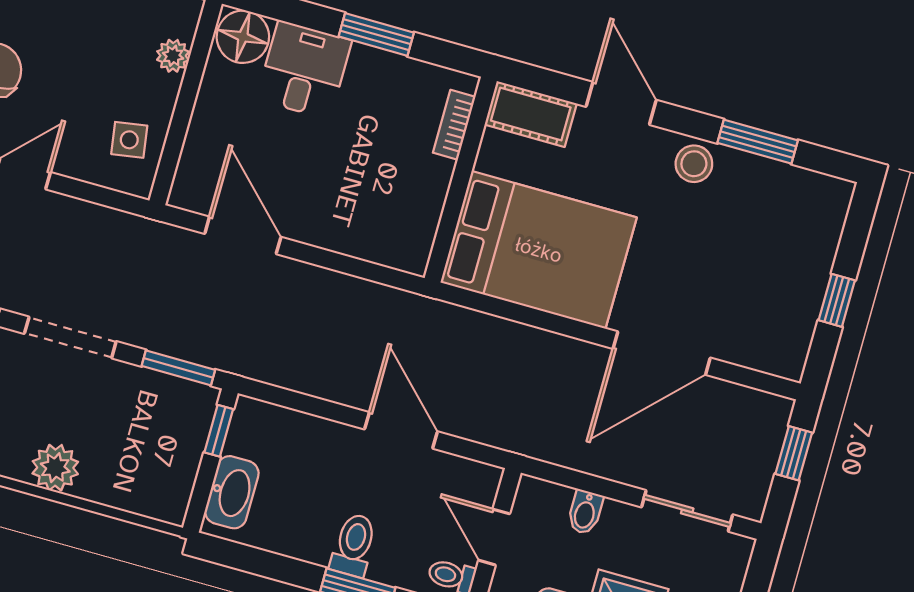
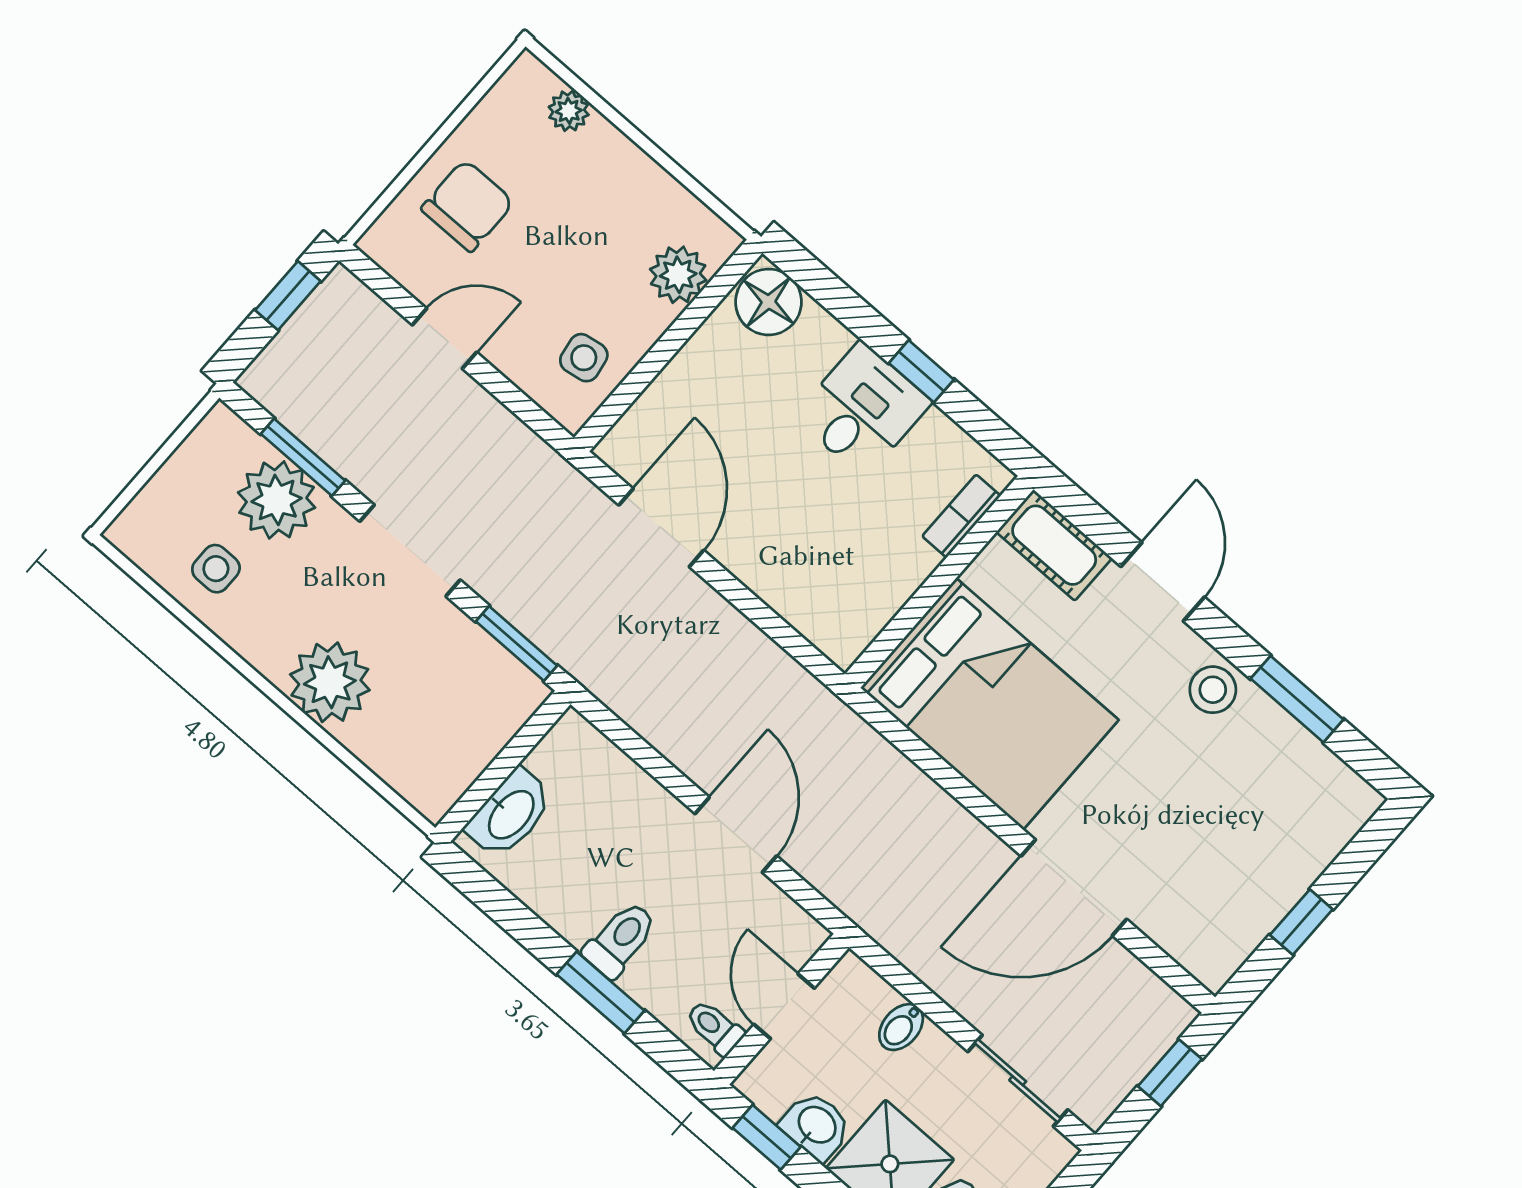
window: (376, 35) -> (921, 371), width x0.67
plant: (173, 56) -> (678, 275), width x1.38, depth x1.38
desk: (304, 70) -> (863, 410), moved
window: (219, 431) -> (528, 737), removed
plant: (55, 468) -> (330, 682), width x1.36, depth x1.36

